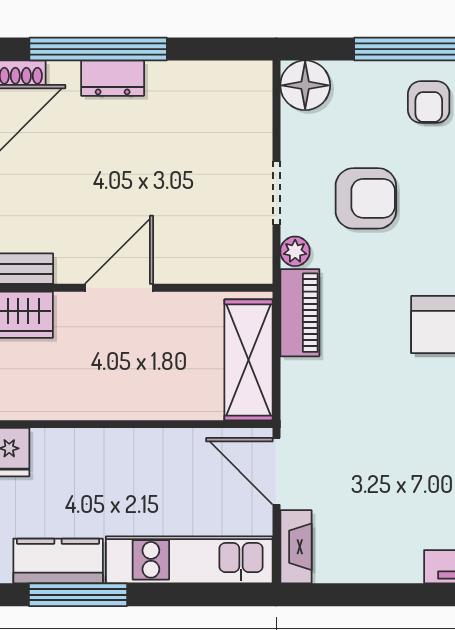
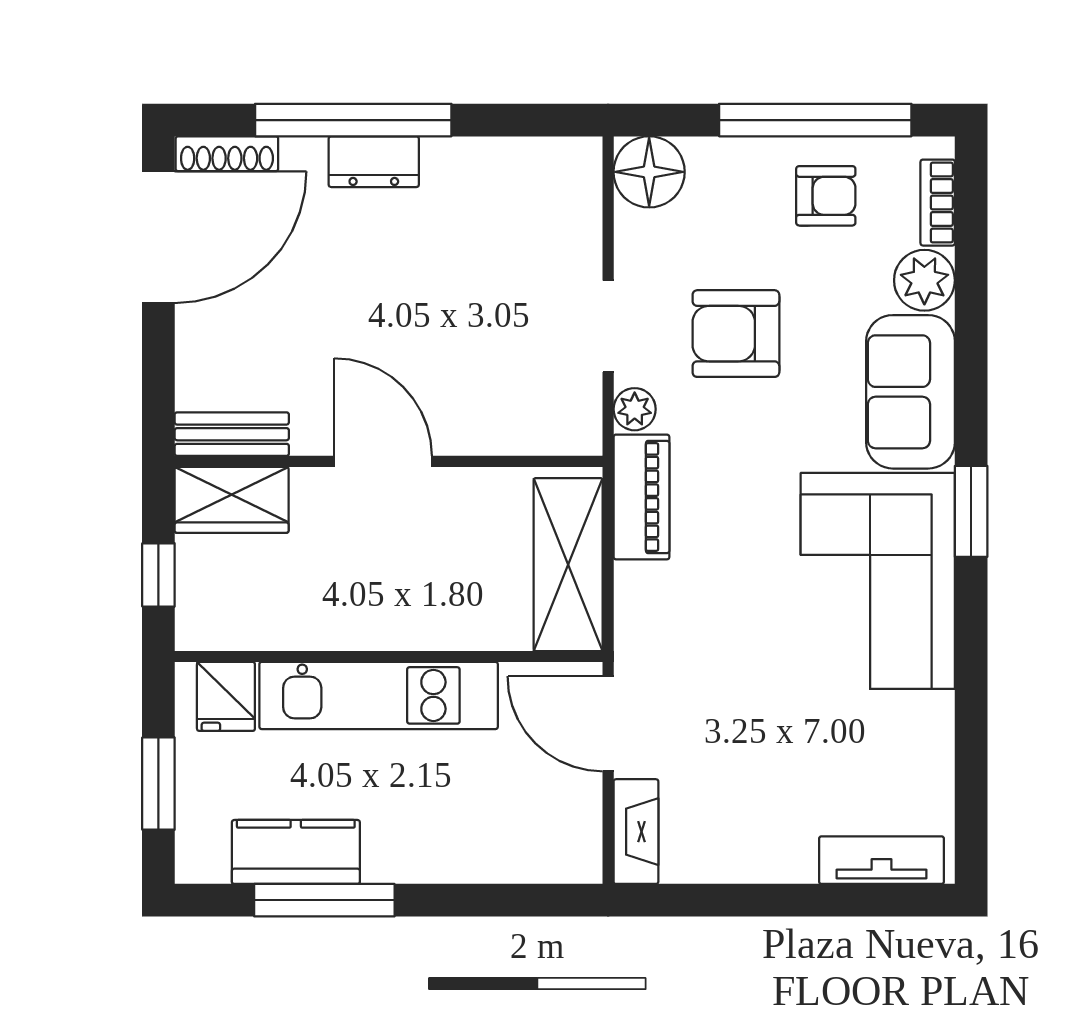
armchair: (429, 102) -> (826, 196), turned -90
armchair: (366, 198) -> (736, 334), turned 180
door: (119, 288) -> (383, 461), hinge flipped
kitchen unit: (189, 560) -> (379, 695), moved, turned 180

